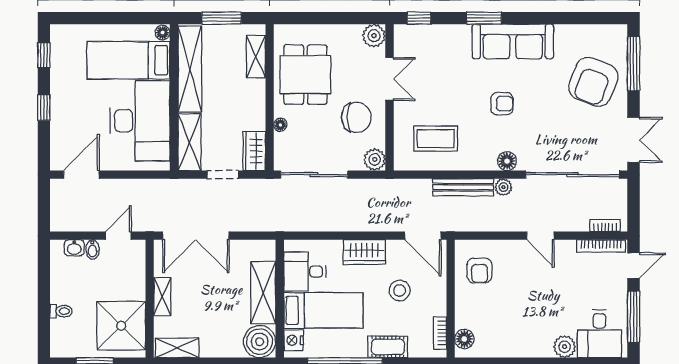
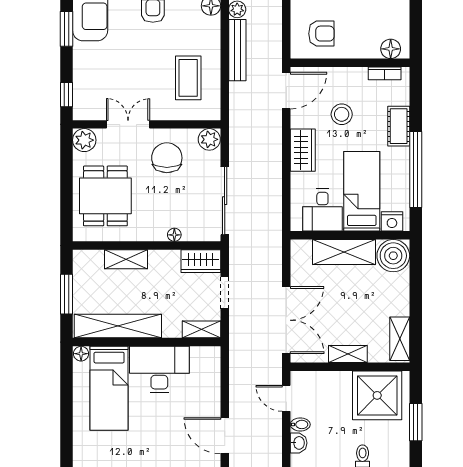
shelving: (256, 57) -> (126, 259), moved
dining table: (305, 75) -> (105, 196), moved, turned 90
desk: (140, 121) -> (159, 370), width x0.73, depth x0.77
shelving: (189, 142) -> (201, 329), width x0.67, depth x0.75

